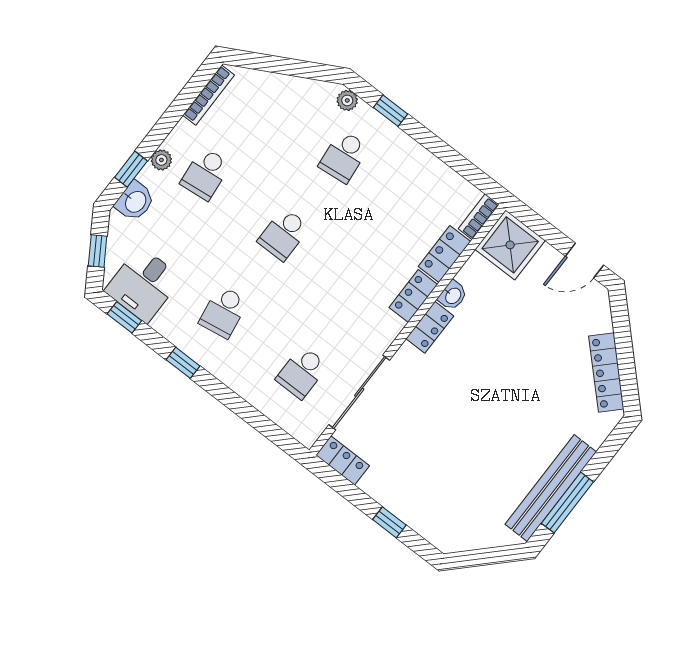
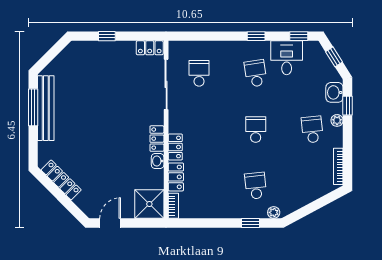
desk: (143, 284) -> (287, 58), moved

